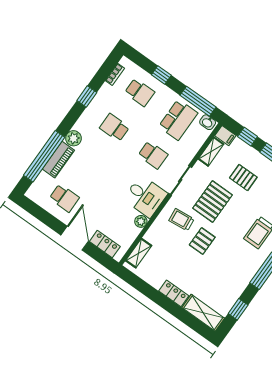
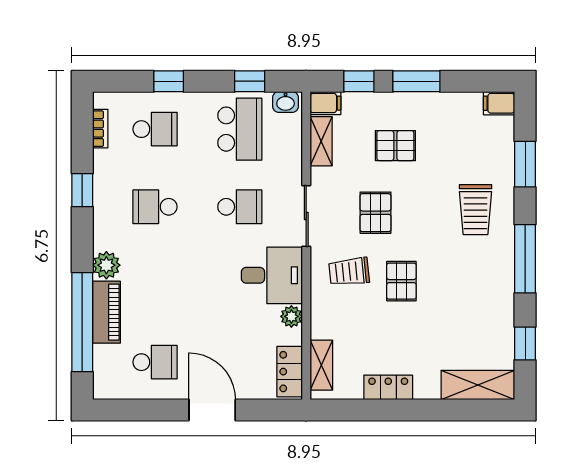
window: (198, 101) -> (250, 81), width x0.46
pallet: (213, 202) -> (375, 213), width x0.67, depth x0.71
locker: (105, 244) -> (290, 372), moved, turned -90
locker: (174, 293) -> (388, 387), moved

